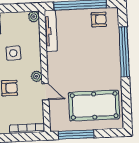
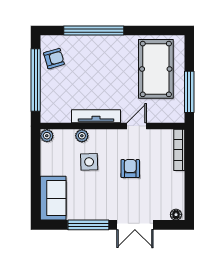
armchair: (99, 20) -> (54, 59), turned 74
tv unit: (51, 31) -> (96, 116), moved
plant: (37, 76) -> (82, 136), moved

